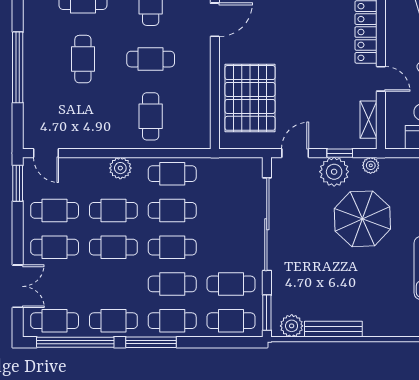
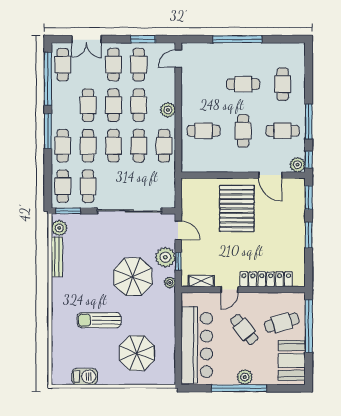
pallet: (250, 98) -> (237, 208), moved, turned 90
window: (18, 183) -> (143, 39), moved
cafe table: (113, 321) -> (88, 105), moved

